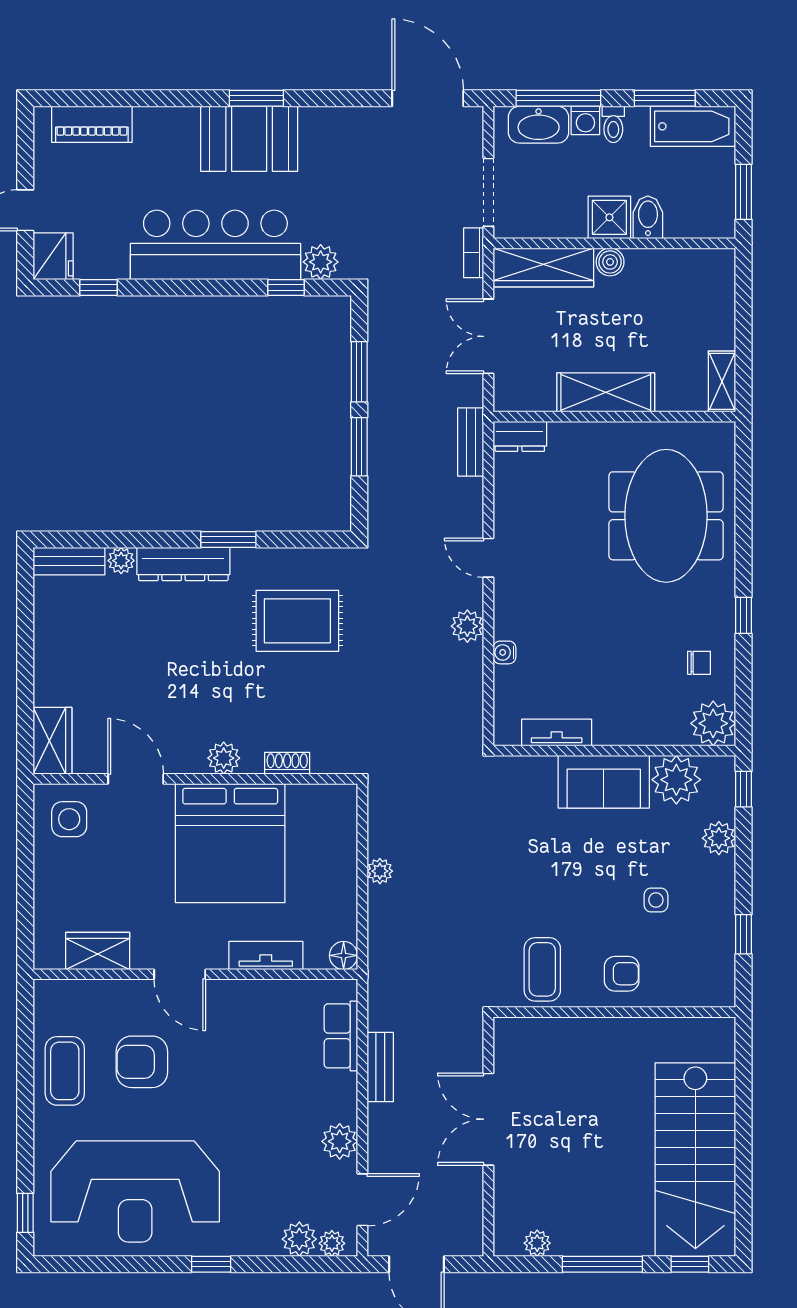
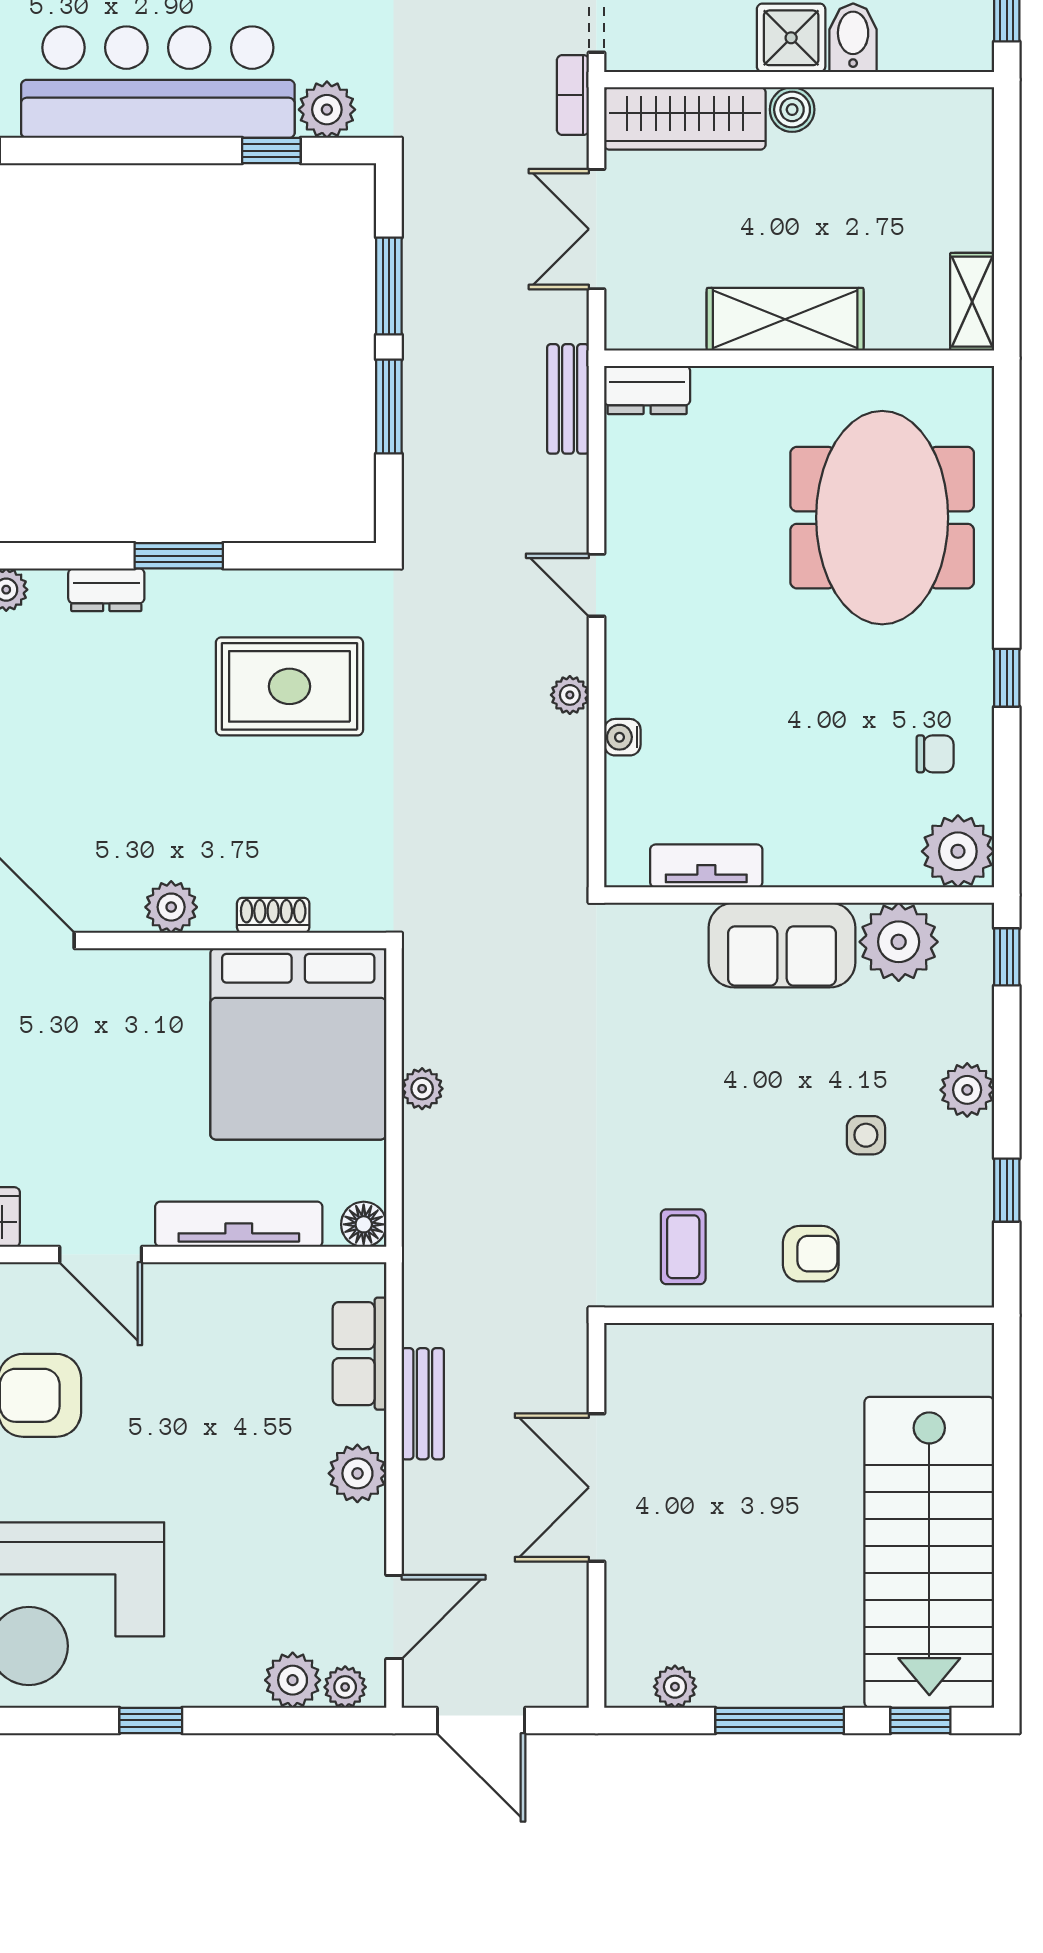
dresser: (183, 564) -> (106, 590), width x0.51, depth x0.80
plant: (467, 626) -> (570, 695), width x0.73, depth x0.73
plant: (719, 838) -> (967, 1090), moved
bed: (230, 843) -> (298, 1044), moved
tv unit: (266, 955) -> (239, 1224), width x1.41
coffee table: (542, 969) -> (683, 1247), width x0.73, depth x0.77
plant: (340, 1141) -> (357, 1473), moved

